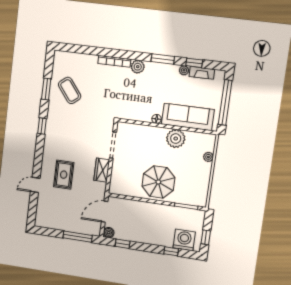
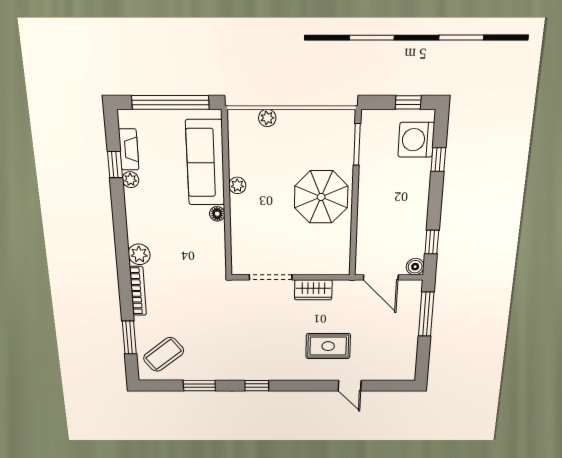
window: (163, 59) -> (129, 337), moved
coffee table: (70, 90) -> (164, 354), moved
plant: (176, 139) -> (237, 185), width x0.53, depth x0.53

